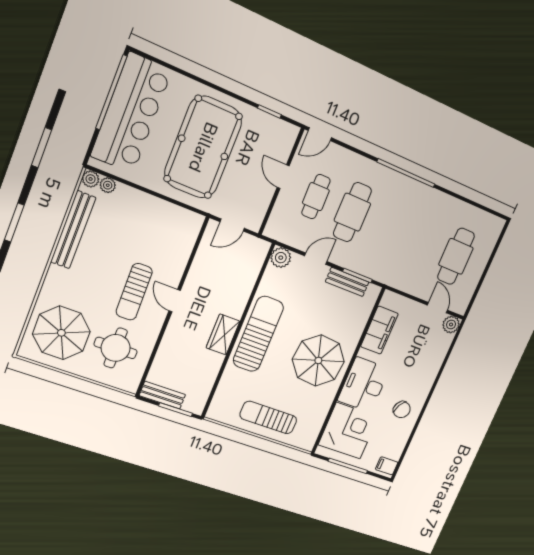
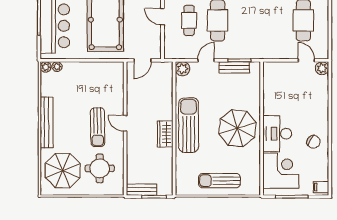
bench: (73, 230) -> (47, 122), moved
filing cabinet: (379, 330) -> (271, 91), removed

